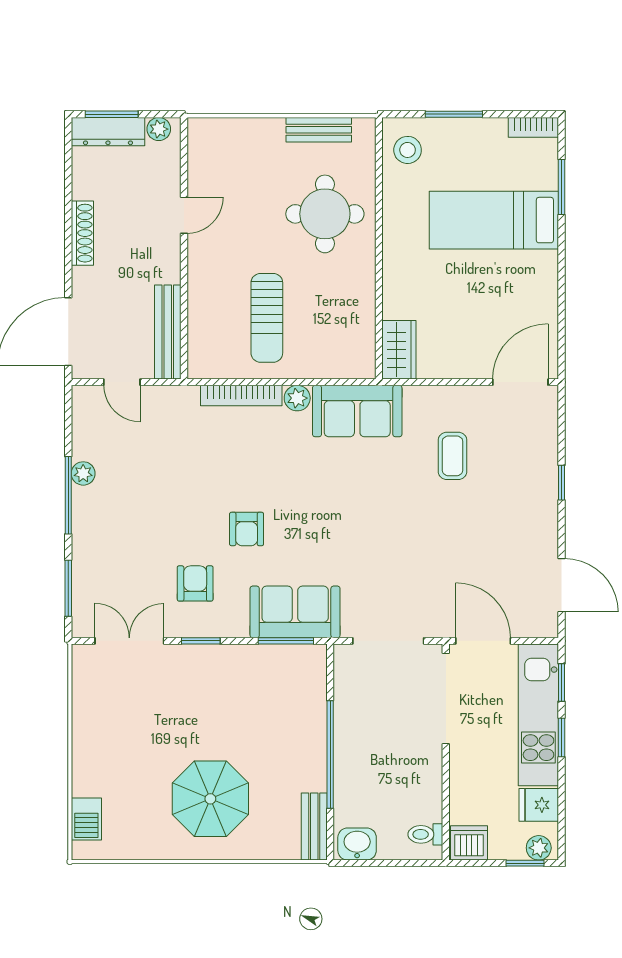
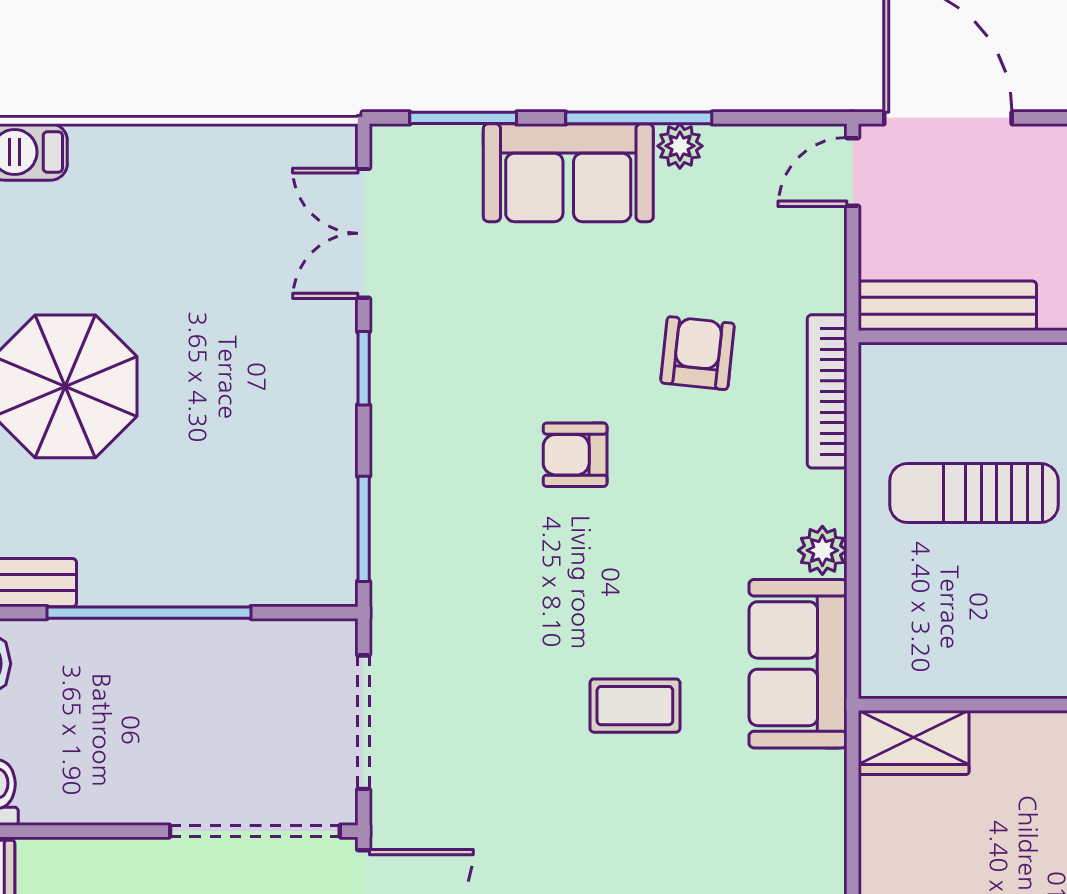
door: (122, 382) -> (853, 172), moved
bookcase: (241, 396) -> (827, 391), moved
coffee table: (453, 456) -> (635, 706), moved
armchair: (195, 583) -> (698, 353), moved, turned -84
sofa: (295, 612) -> (568, 173), moved, turned 90
double door: (129, 641) -> (364, 233), swing flipped

